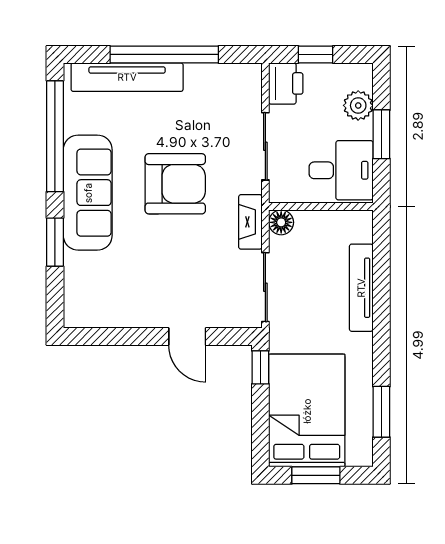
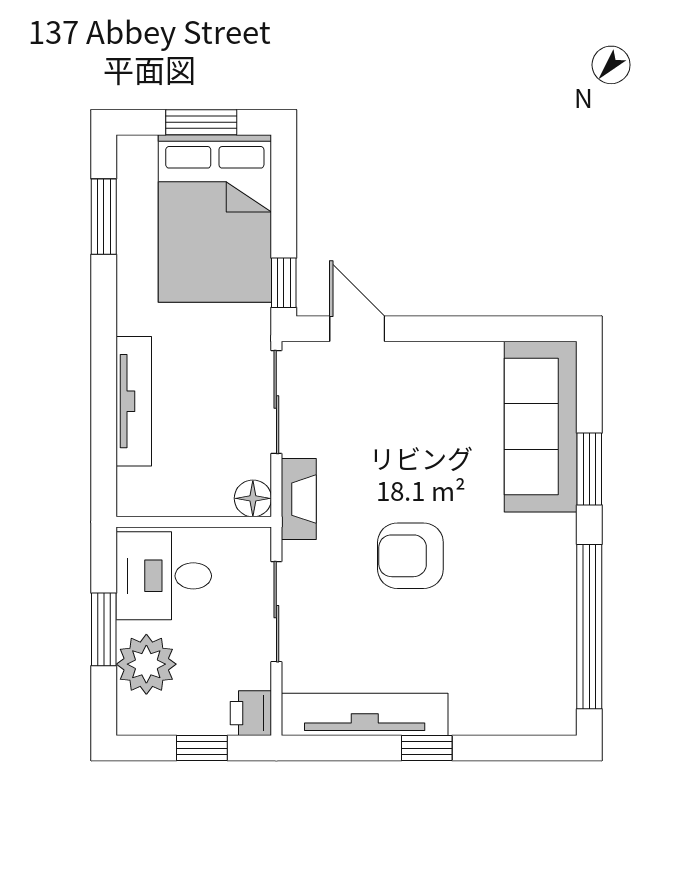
window: (164, 54) -> (427, 748), width x0.32
tv unit: (127, 77) -> (365, 714), moved
printer: (286, 83) -> (251, 713), width x0.73, depth x0.81
plant: (358, 105) -> (146, 664), width x1.36, depth x1.36
armchair: (175, 184) -> (410, 556), width x0.73, depth x0.73
sofa: (88, 193) -> (541, 427), moved
door: (187, 336) -> (357, 329), moved

